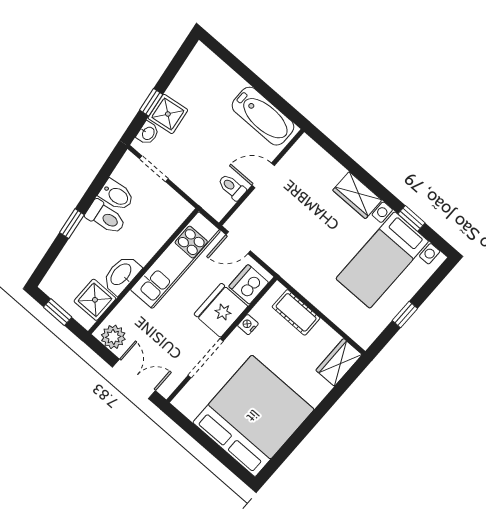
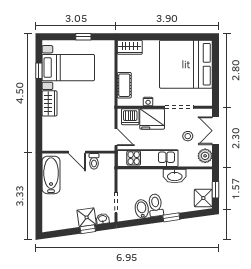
shower: (95, 300) -> (203, 198), moved
stool: (158, 337) -> (188, 136), added

